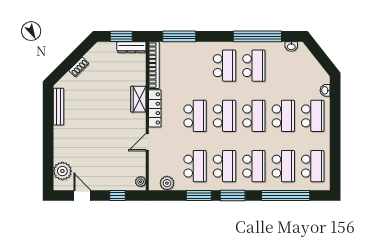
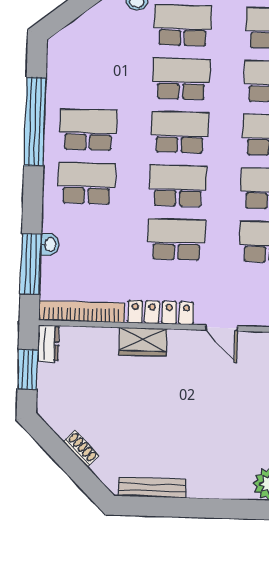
washbasin: (291, 46) -> (50, 244), moved
dresser: (131, 47) -> (48, 344), width x0.70

